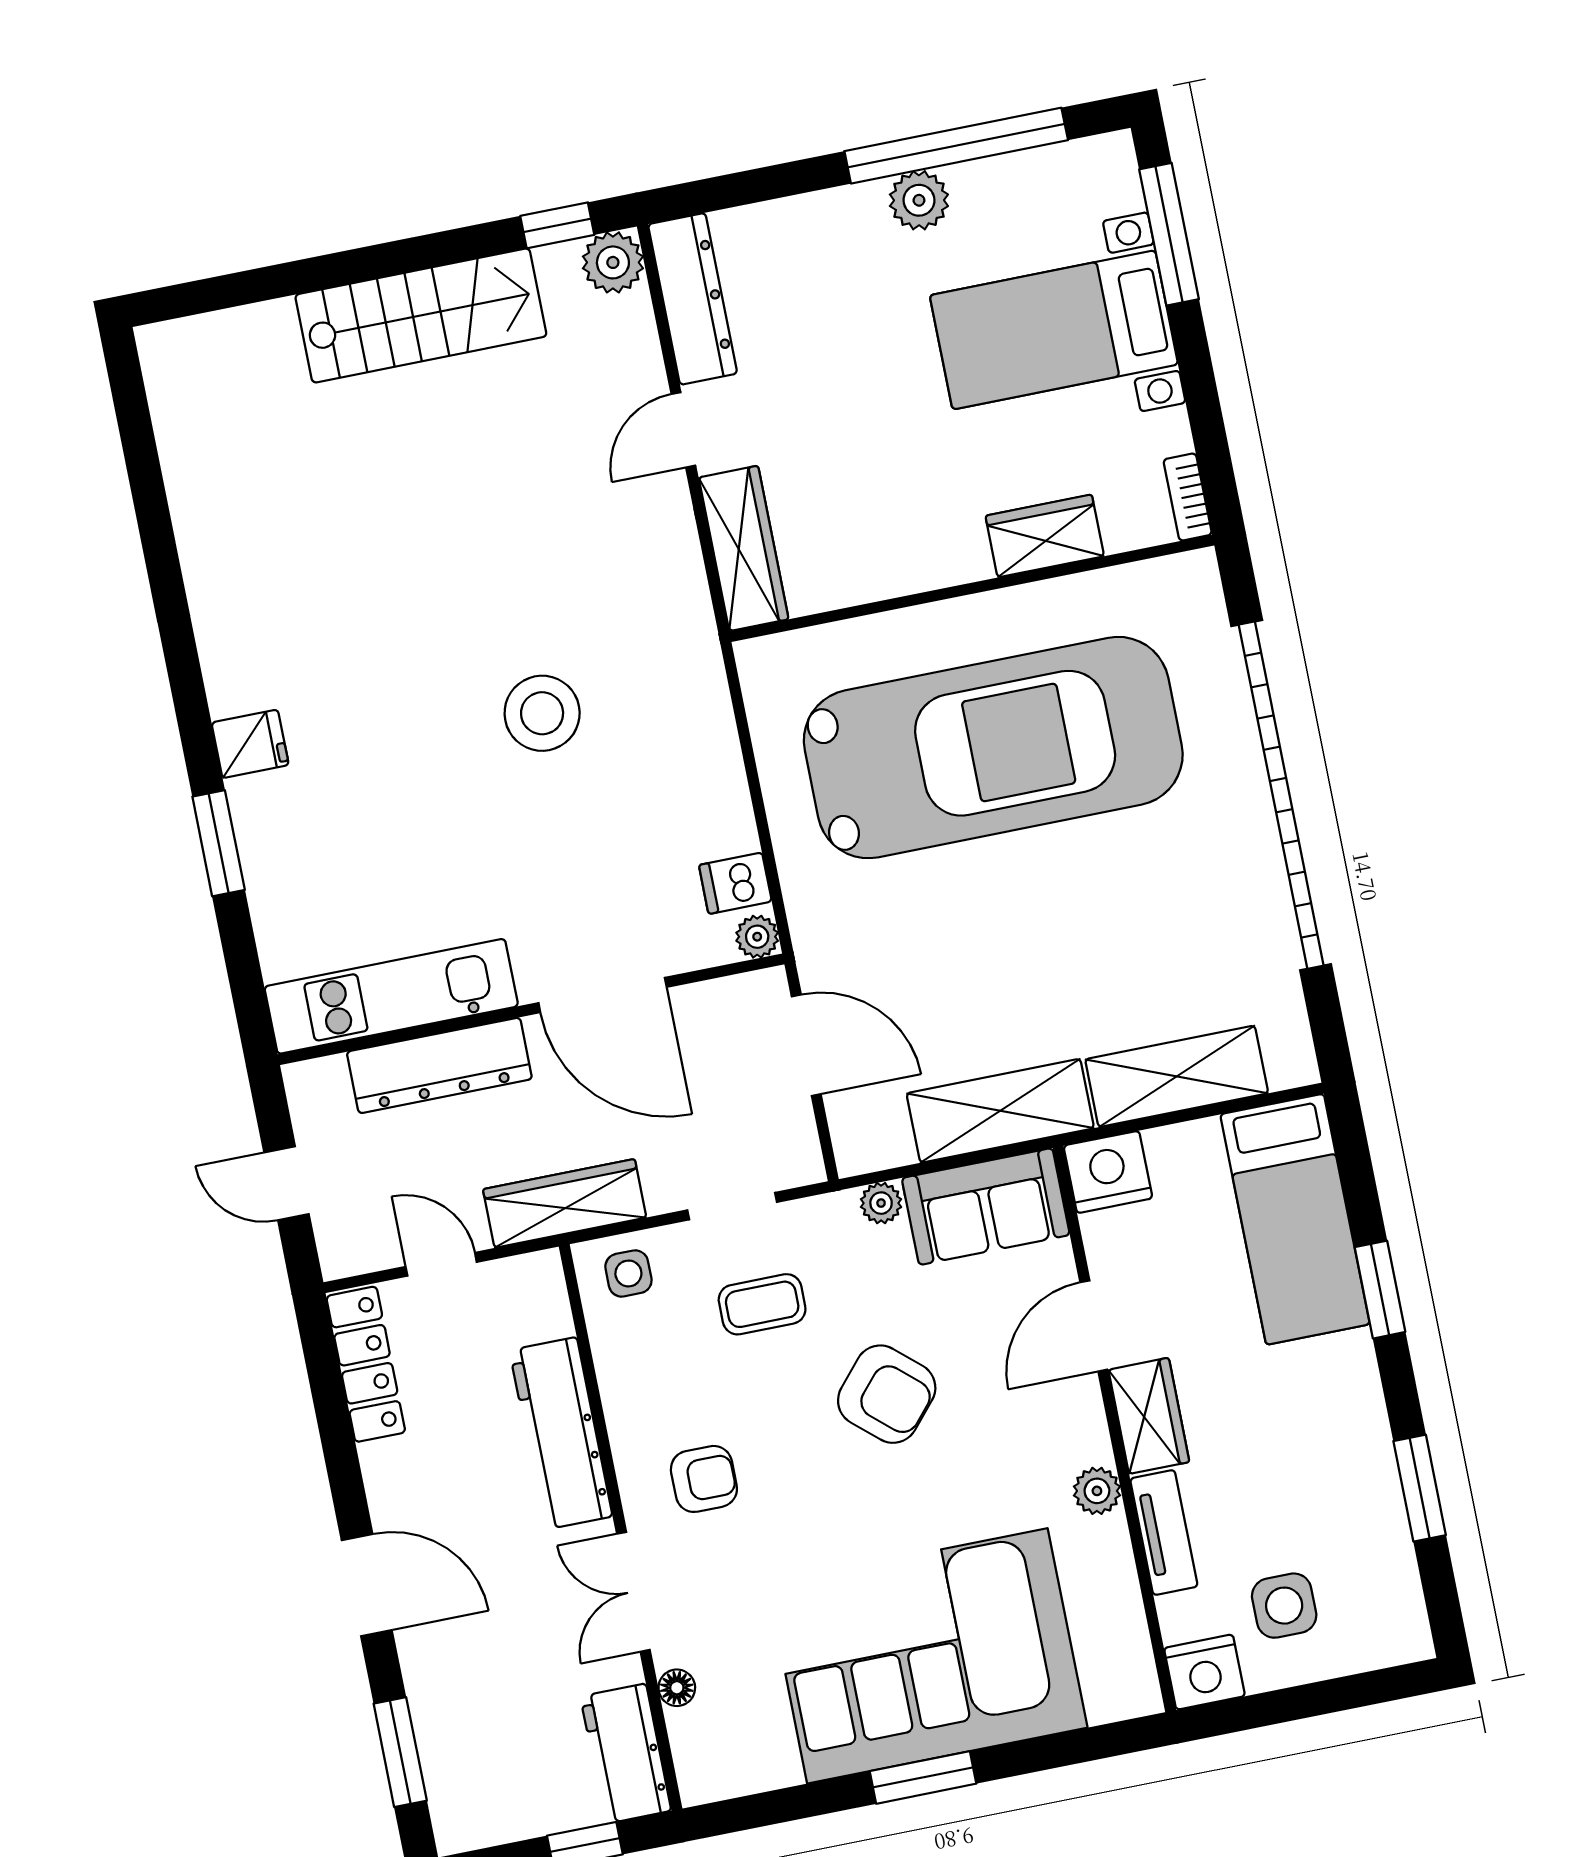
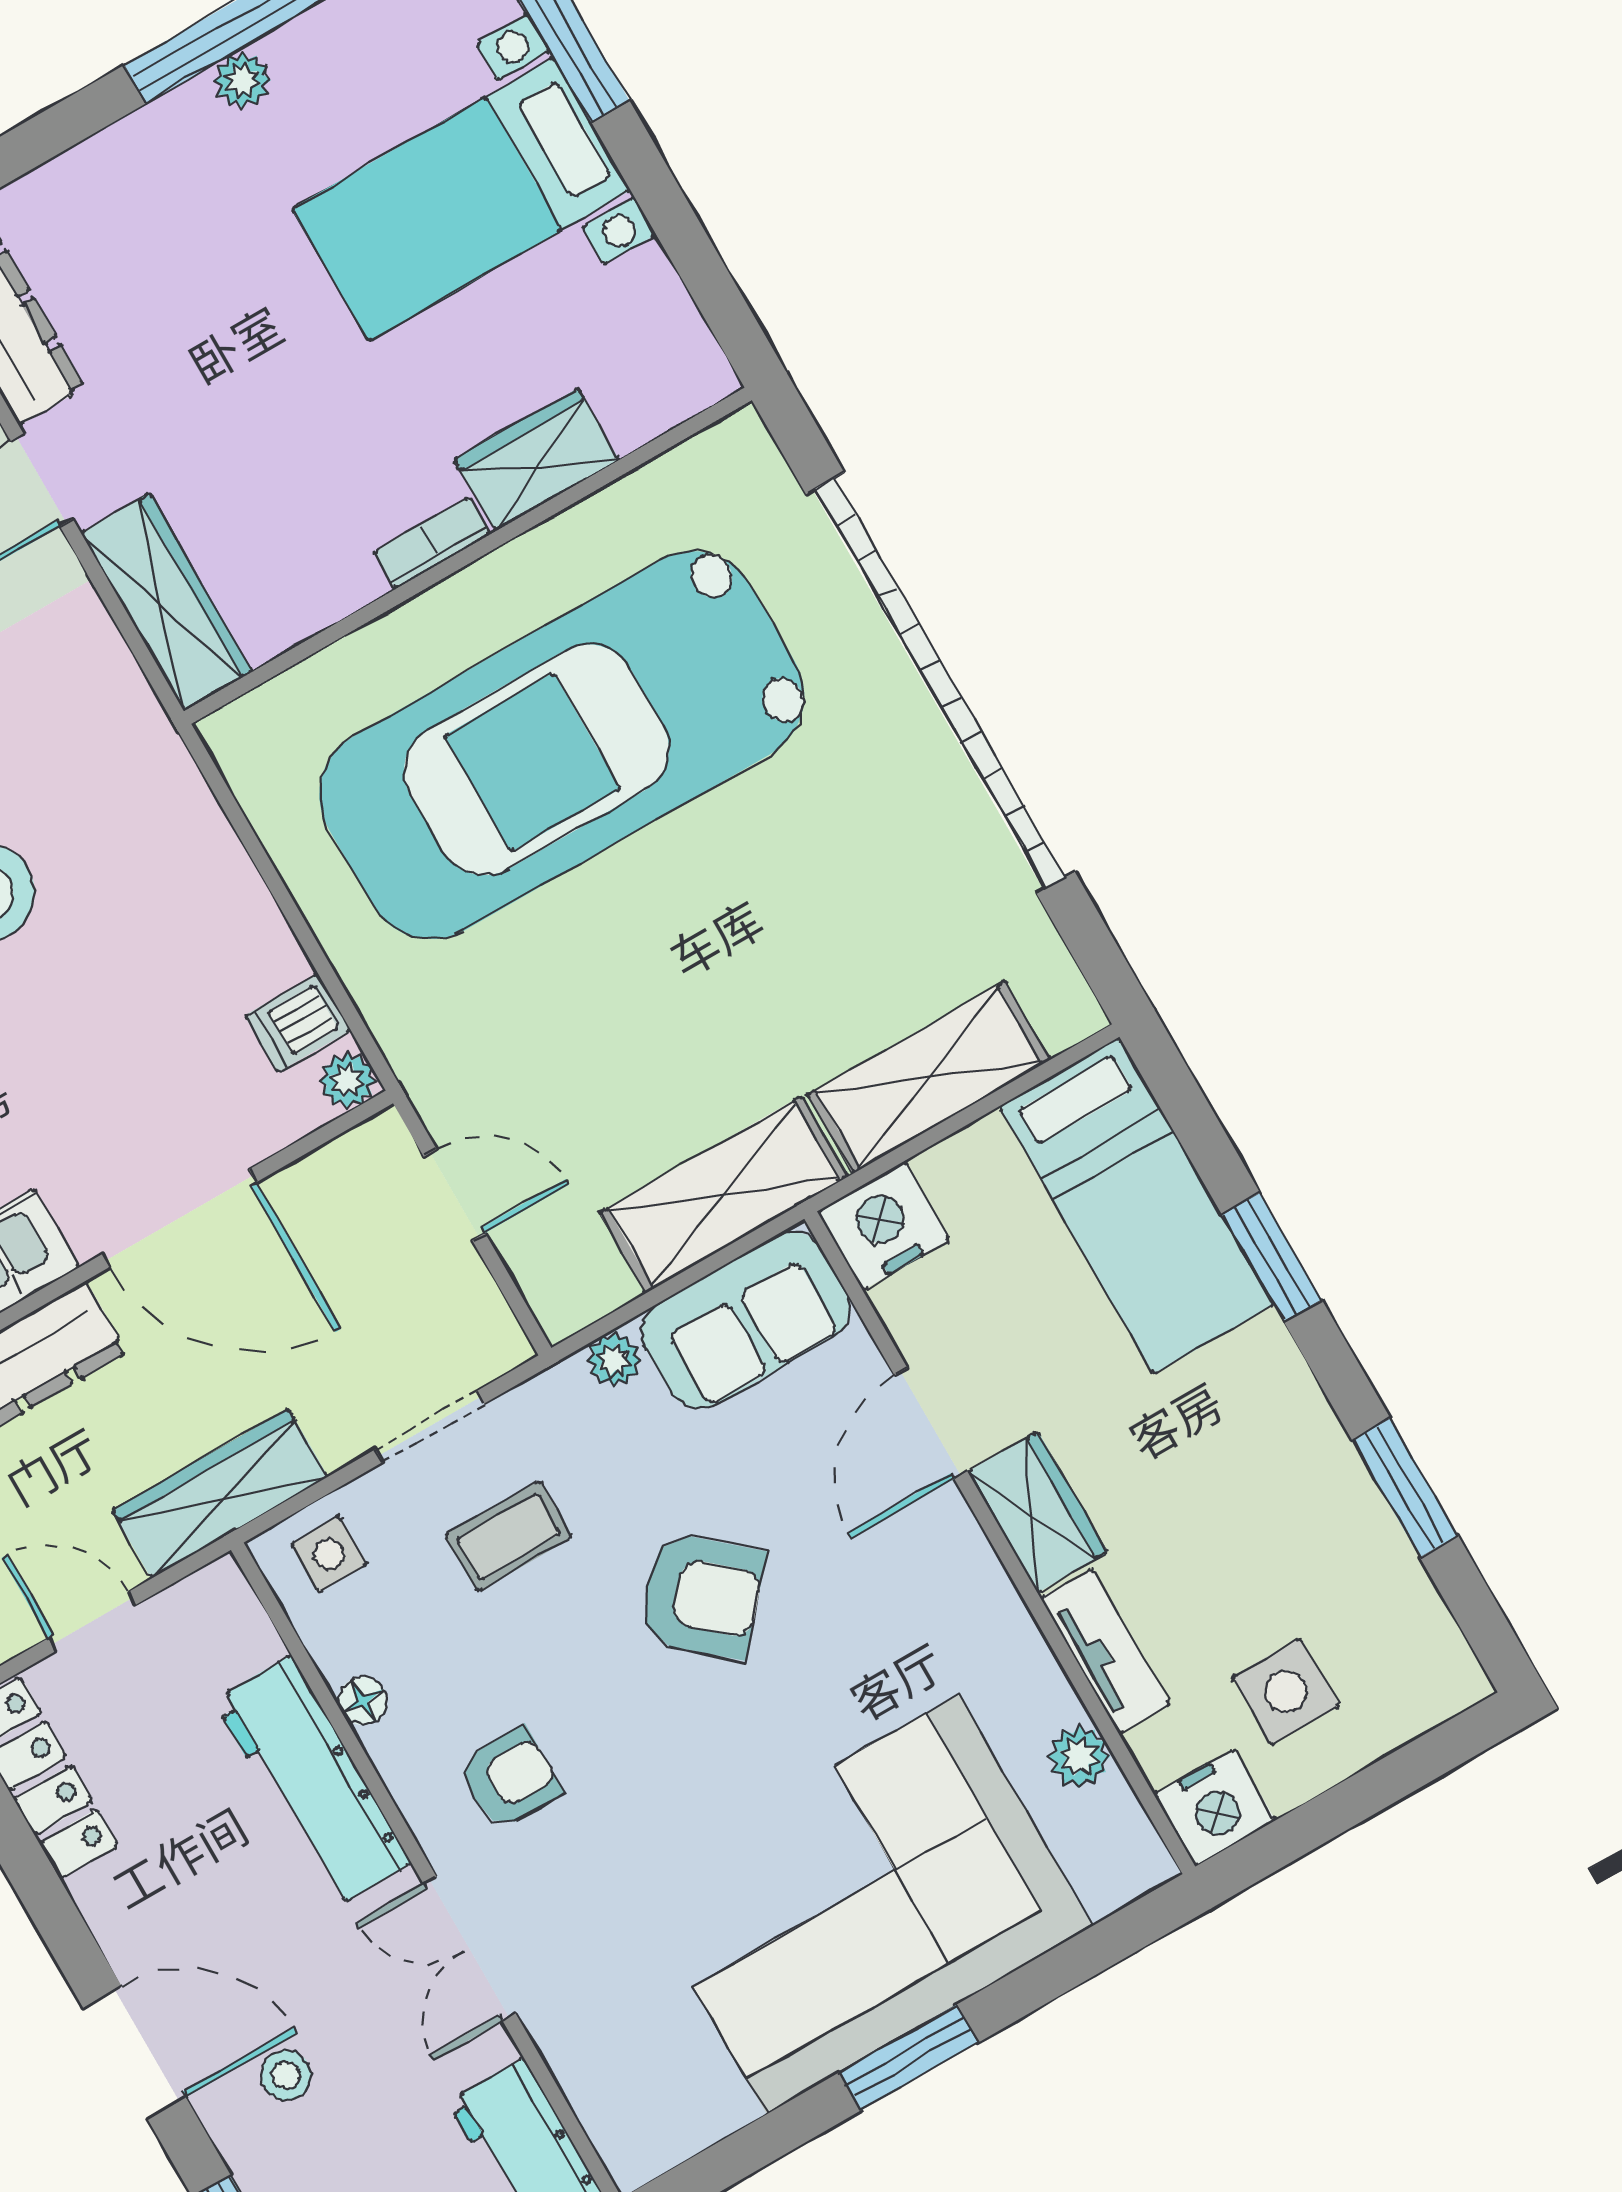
plant: (919, 200) -> (242, 80), width x0.73, depth x0.73
bookcase: (1188, 497) -> (432, 543), moved, turned 90
car: (993, 748) -> (562, 745), turned 180
door: (806, 1045) -> (454, 1195), width x0.73
plant: (1097, 1491) -> (1079, 1757), moved
stool: (470, 1638) -> (286, 2075), added
floor lamp: (677, 1688) -> (363, 1701), moved

